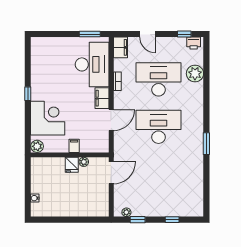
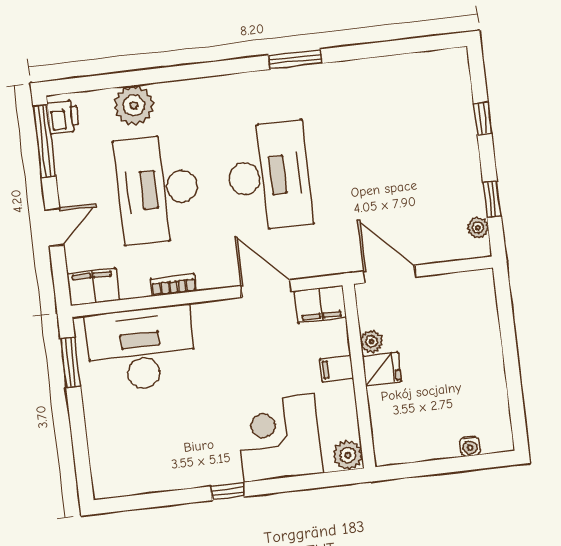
window: (184, 34) -> (44, 141), width x2.17
filing cabinet: (102, 98) -> (320, 304), moved
desk: (159, 127) -> (269, 176), turned 180

